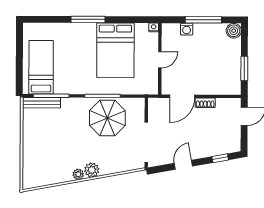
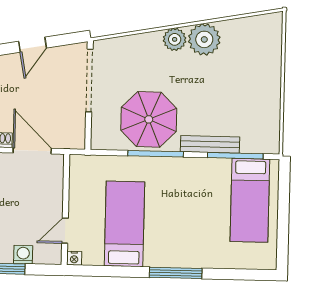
bed: (115, 50) -> (125, 224), width x0.67
door: (160, 60) -> (65, 231), moved
door: (182, 96) -> (32, 151), hinge flipped
bench: (41, 103) -> (210, 144), moved
plant: (78, 174) -> (204, 39), width x1.87, depth x1.87

